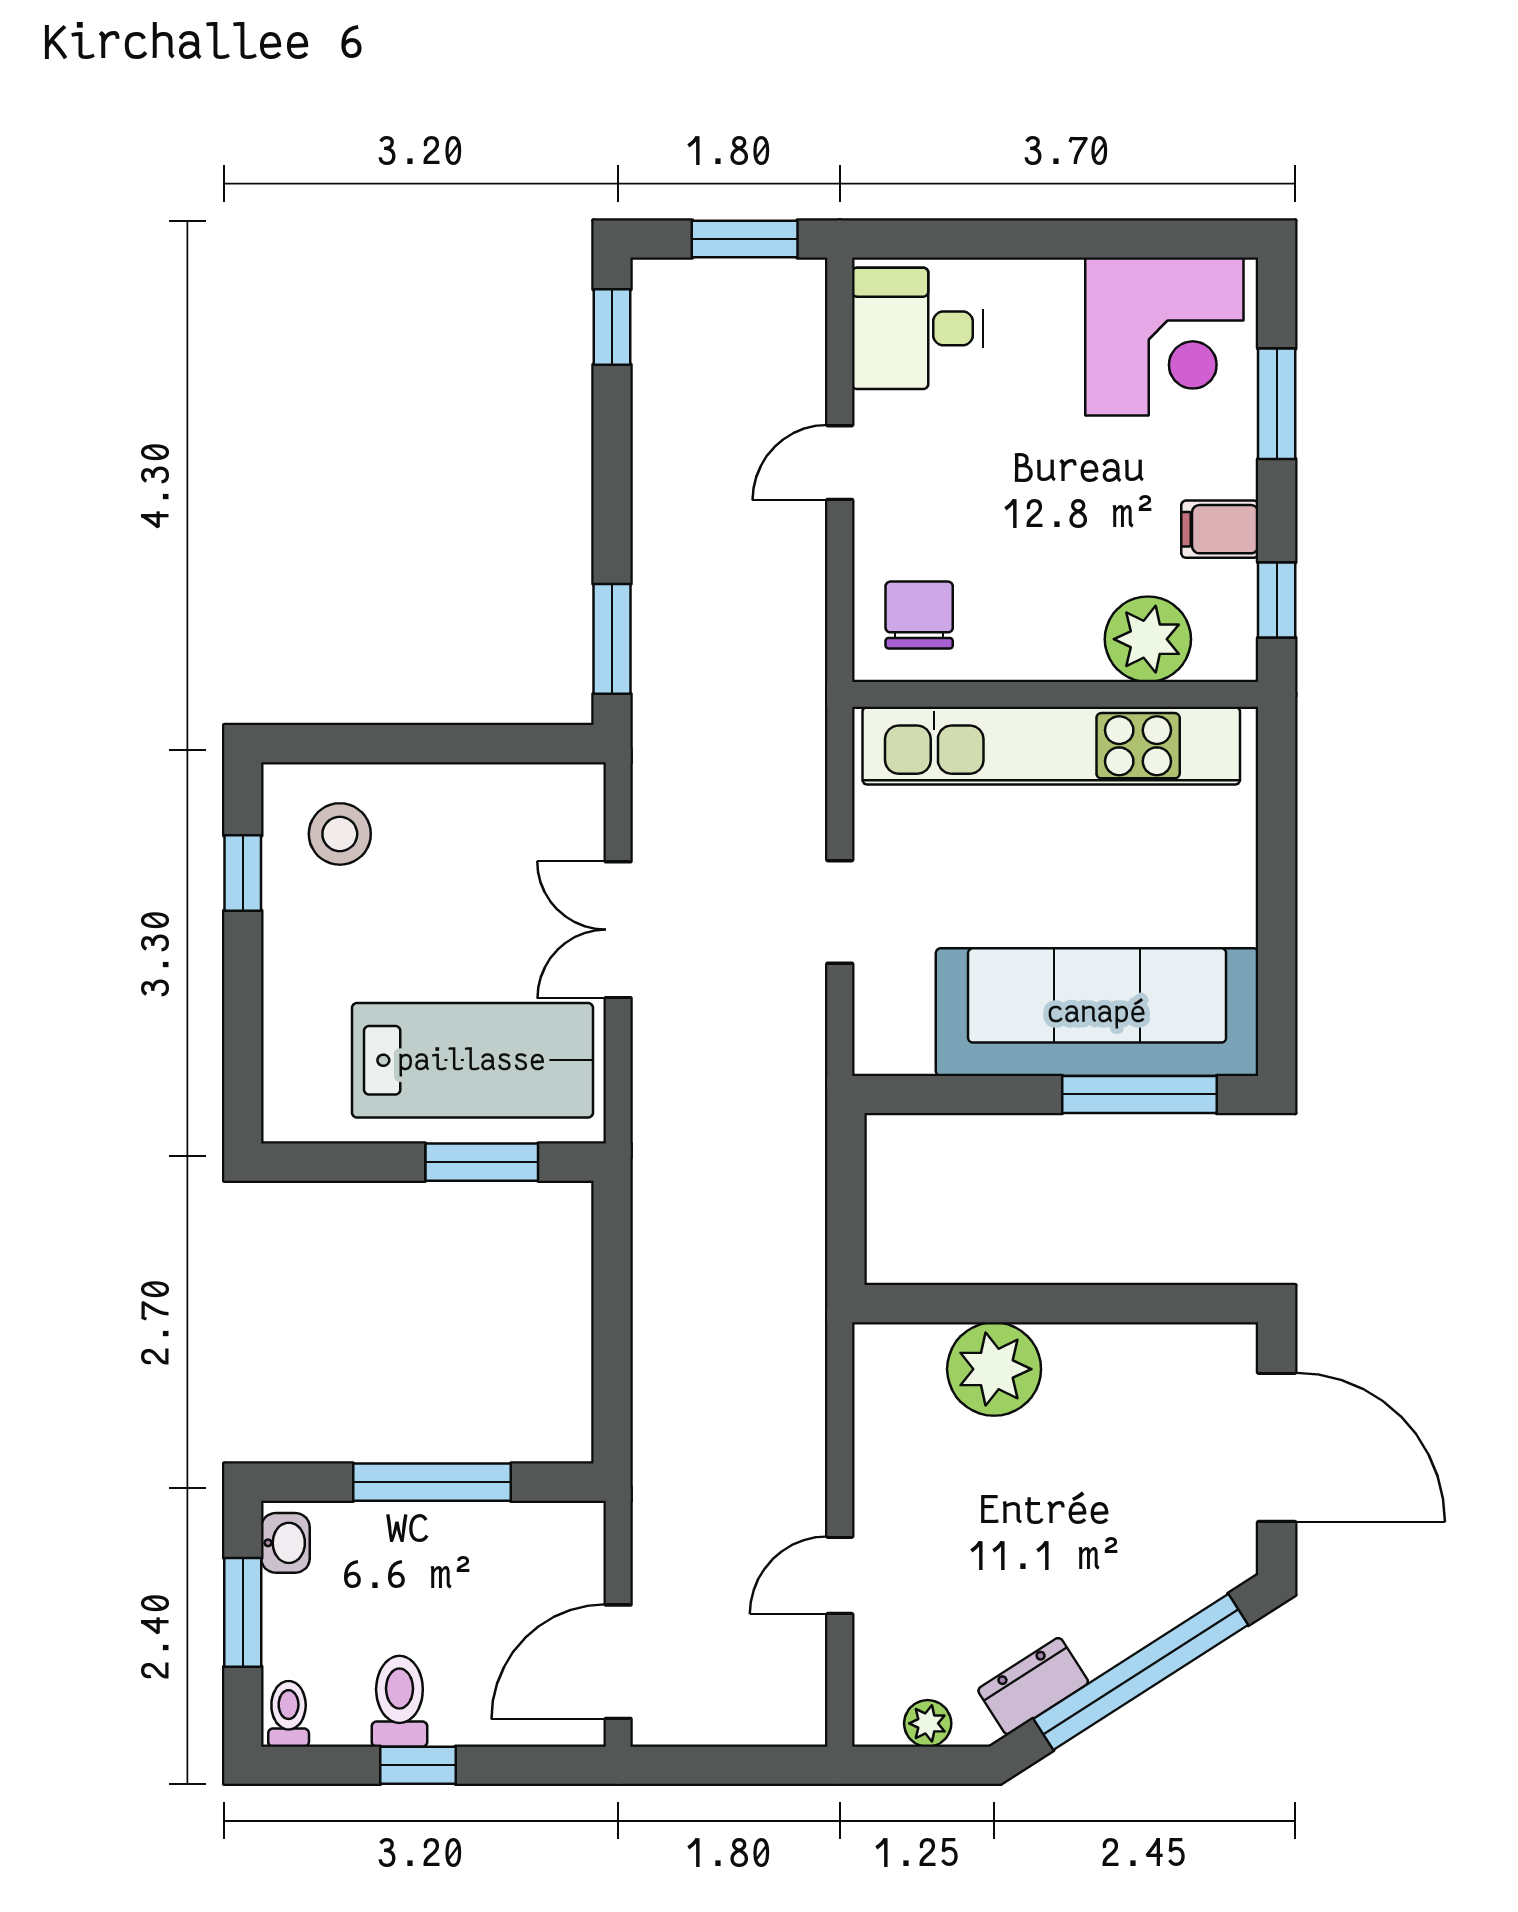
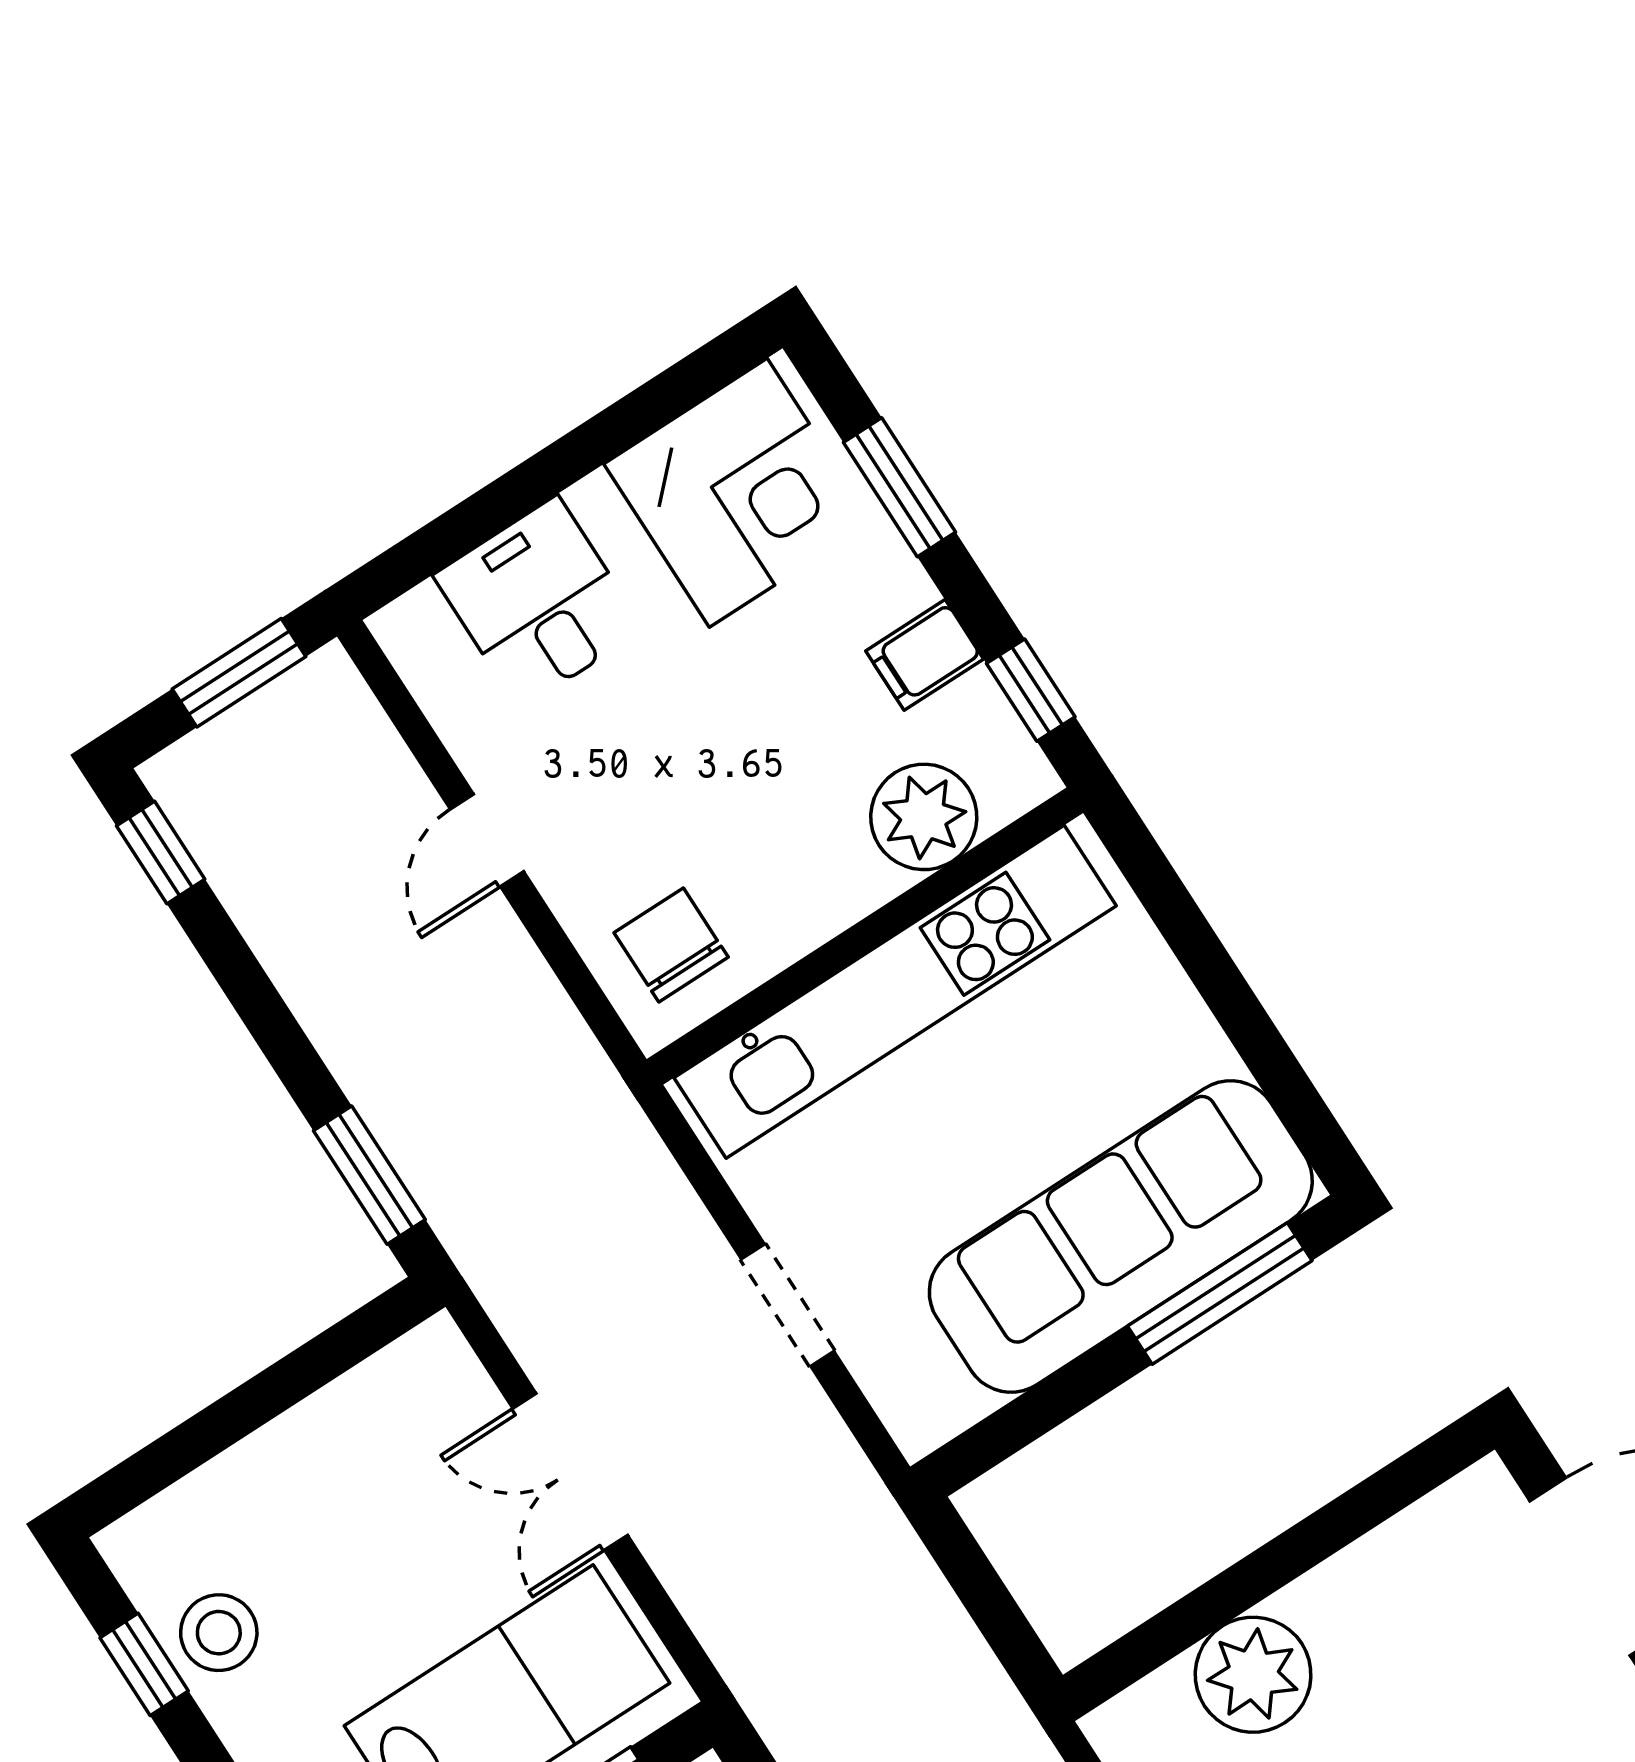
desk: (918, 328) -> (539, 602), moved, turned 90
stool: (340, 834) -> (219, 1633), moved

